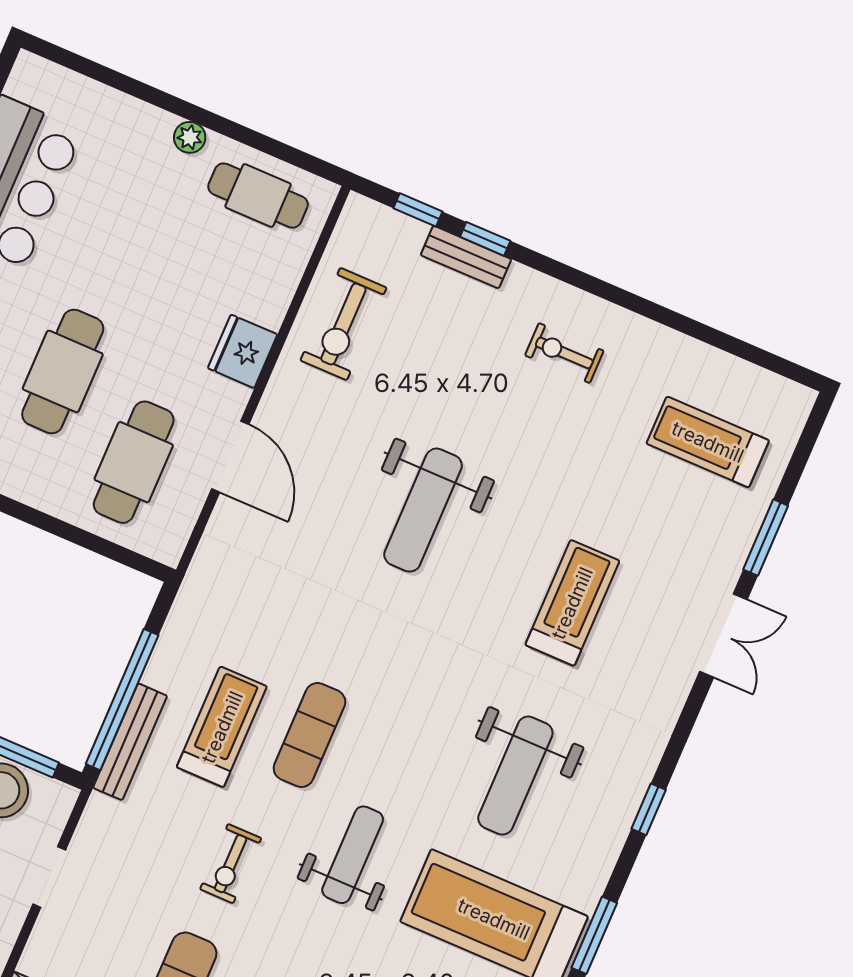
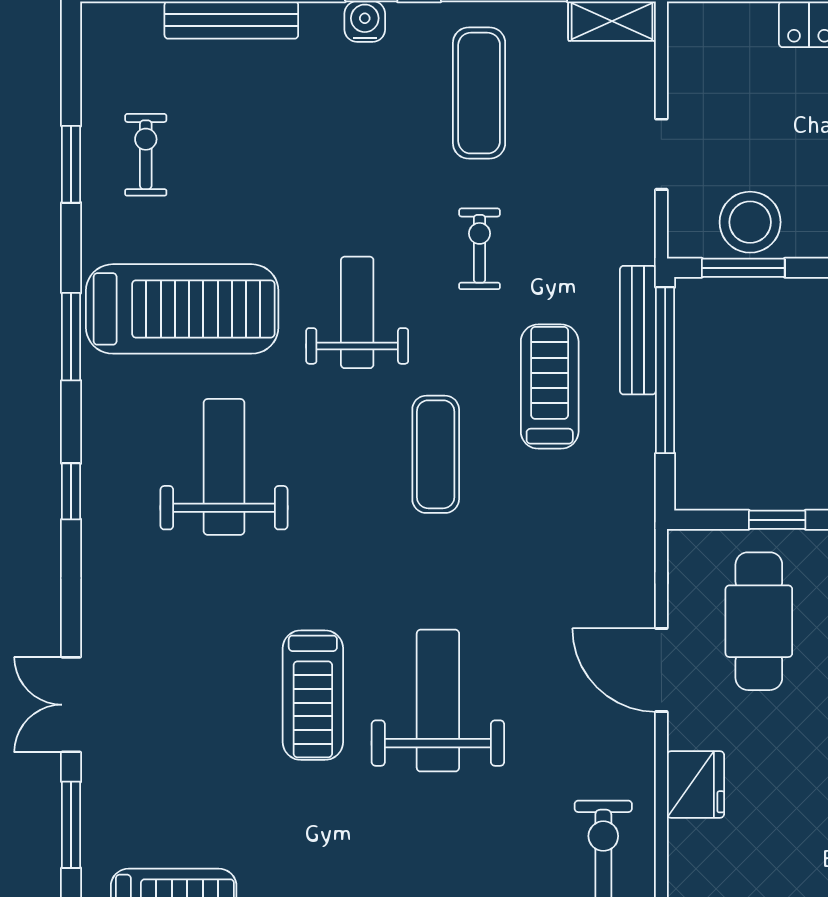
window: (83, 538) -> (777, 520), added
treadmill: (572, 603) -> (313, 695), moved
treadmill: (222, 727) -> (550, 387), turned 180
exercise mat: (309, 735) -> (436, 454), moved
weight bench: (353, 855) -> (357, 312), turned 180

